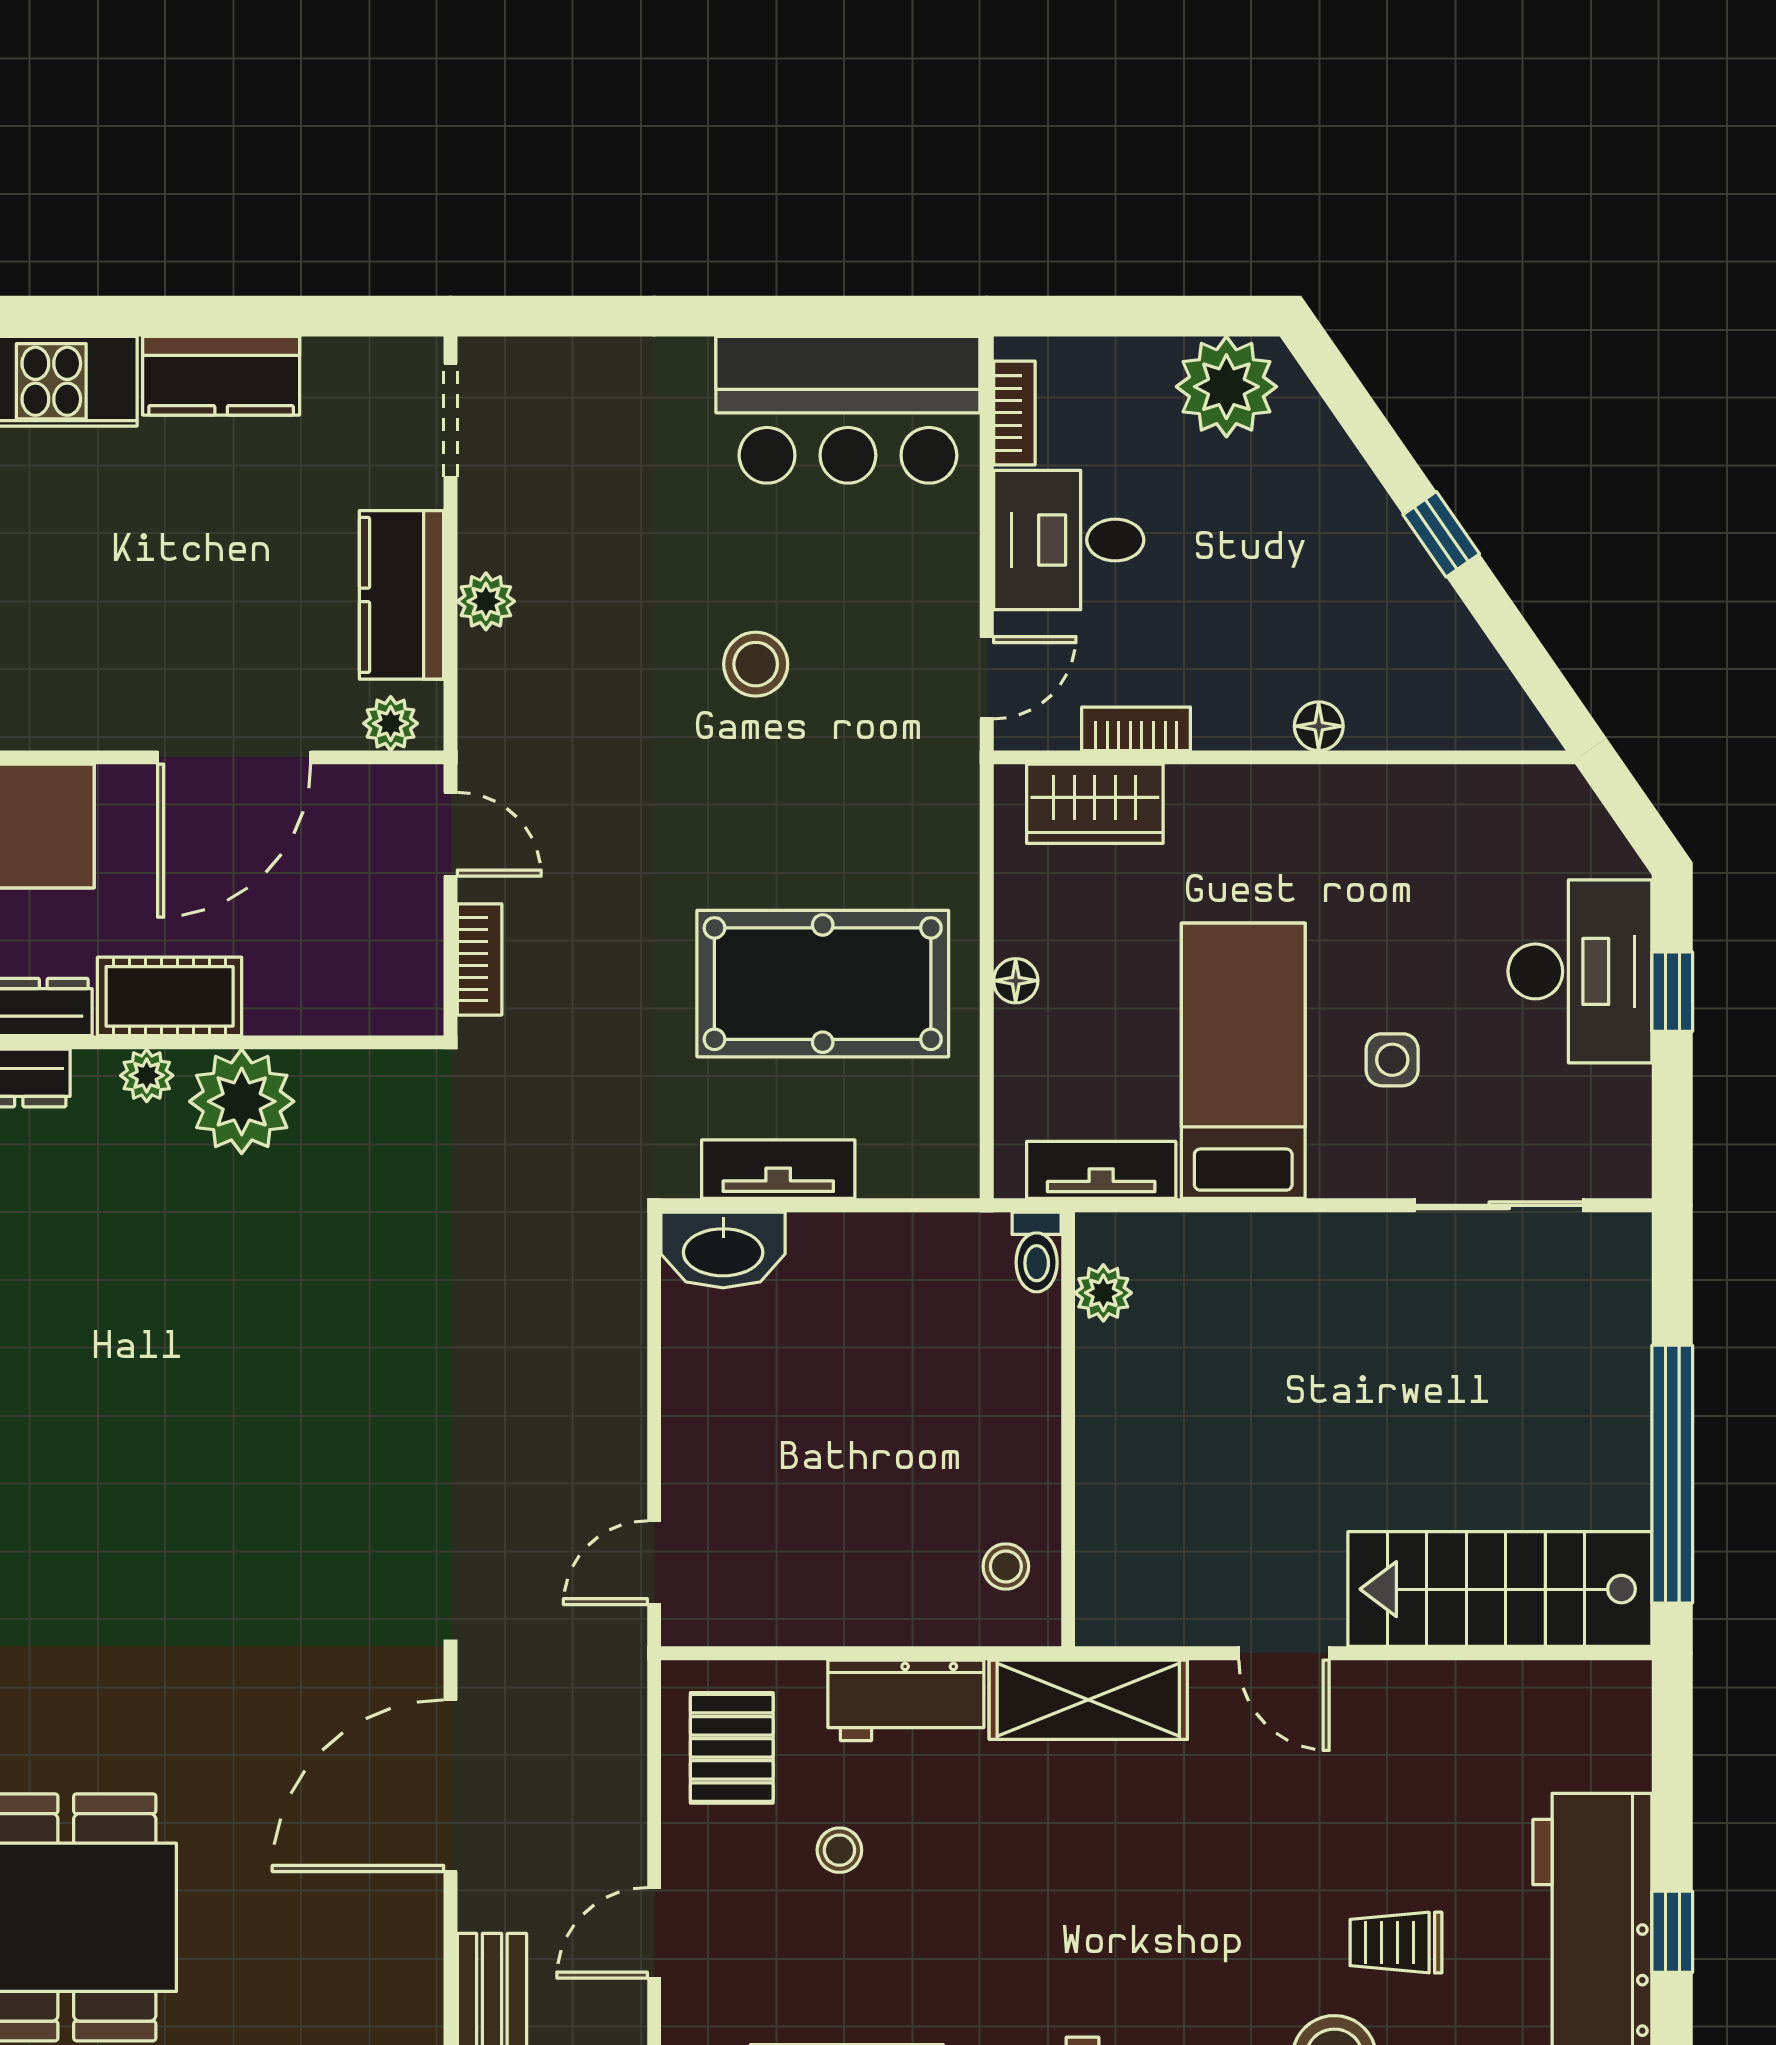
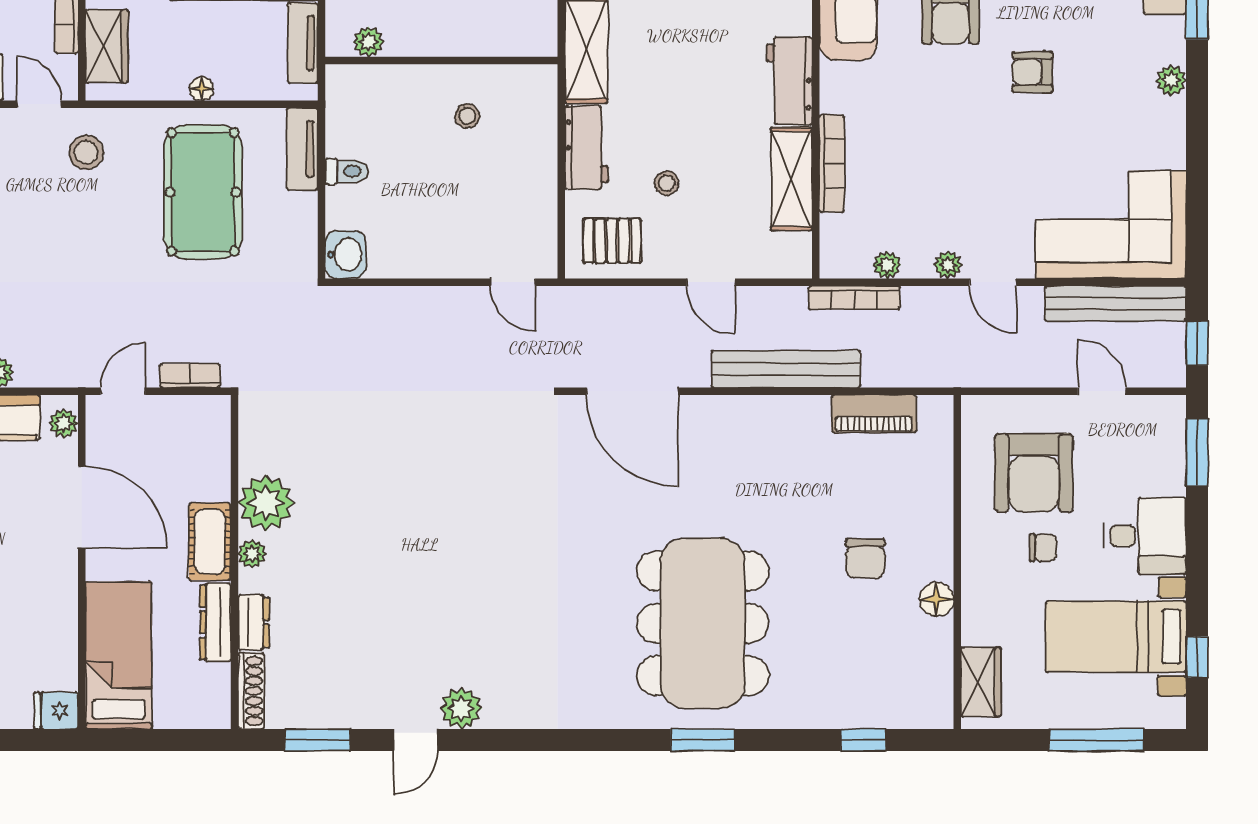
stool: (756, 664) -> (86, 152), moved
tv unit: (778, 1169) -> (302, 149), moved
washbasin: (723, 1250) -> (346, 255), width x0.72
toilet: (1037, 1252) -> (347, 171), moved
stool: (1006, 1566) -> (467, 116), moved

